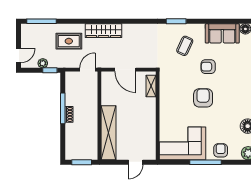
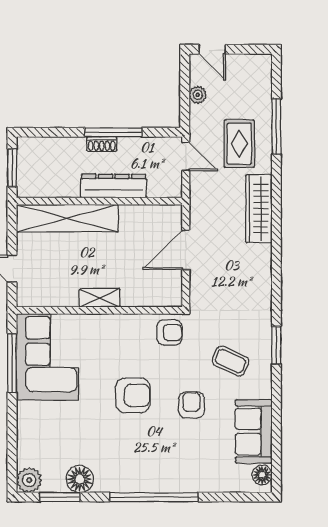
window: (42, 21) -> (276, 127), moved
window: (50, 70) -> (185, 108), removed
door: (87, 70) -> (186, 156), moved
shelving: (151, 86) -> (100, 298), moved
dresser: (91, 108) -> (114, 186), added
armchair: (221, 150) -> (169, 333), moved
window: (206, 162) -> (12, 363), moved

